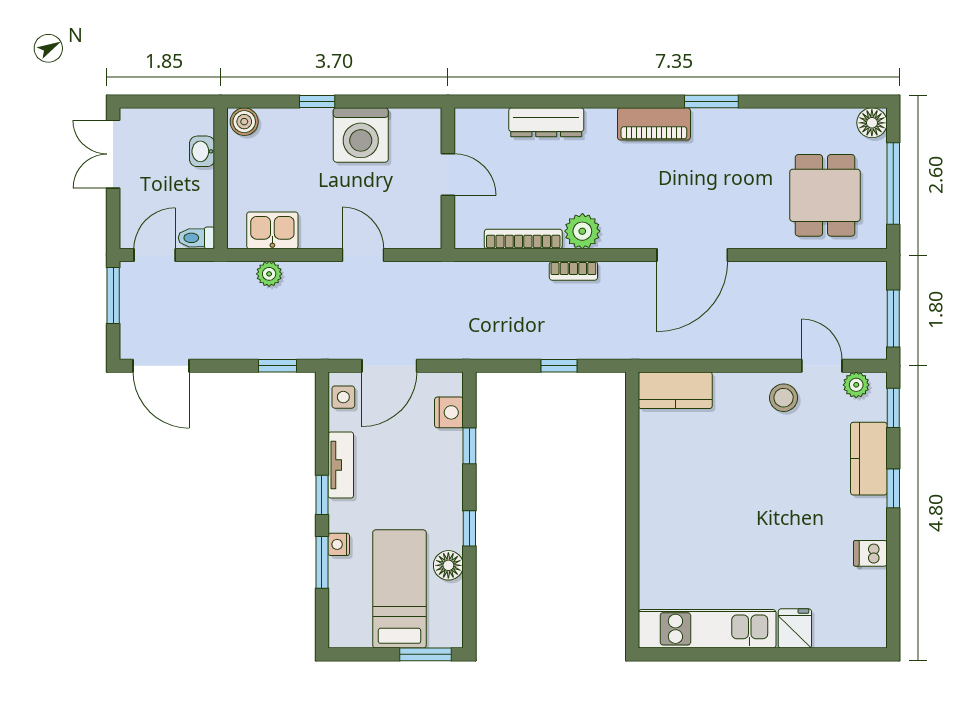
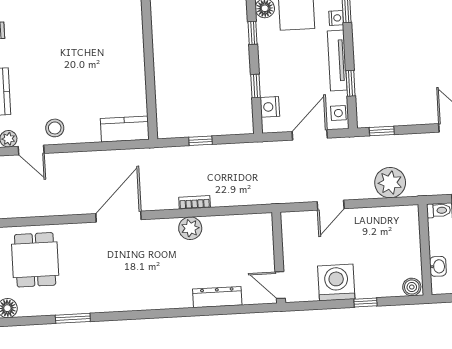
window: (711, 102) -> (73, 318), moved
piano: (654, 124) -> (148, 300), removed
door: (448, 174) -> (280, 285), moved
kitchen sink: (272, 230) -> (390, 218), removed
bookcase: (523, 239) -> (228, 221), removed
door: (363, 255) -> (331, 205), hinge flipped
plant: (269, 274) -> (390, 183), width x1.87, depth x1.87
tv unit: (341, 465) -> (337, 60), width x1.41
window: (322, 495) -> (351, 83), moved

